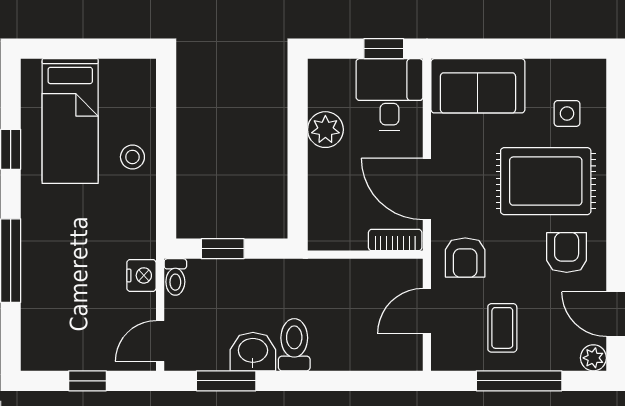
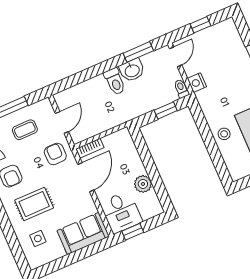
rug: (546, 181) -> (34, 204), width x0.73, depth x0.70
door: (427, 189) -> (86, 177), hinge flipped
coffee table: (502, 328) -> (25, 130), turned 90

